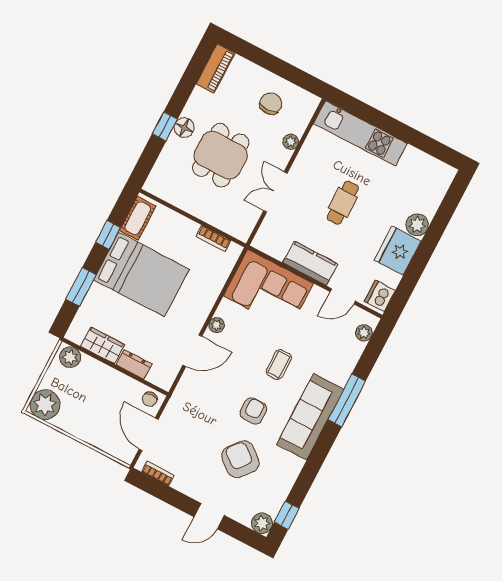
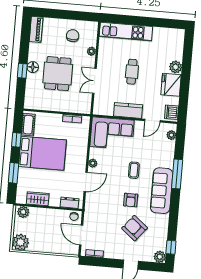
dresser: (134, 364) -> (69, 203), moved
armchair: (253, 411) -> (131, 200), turned 180

